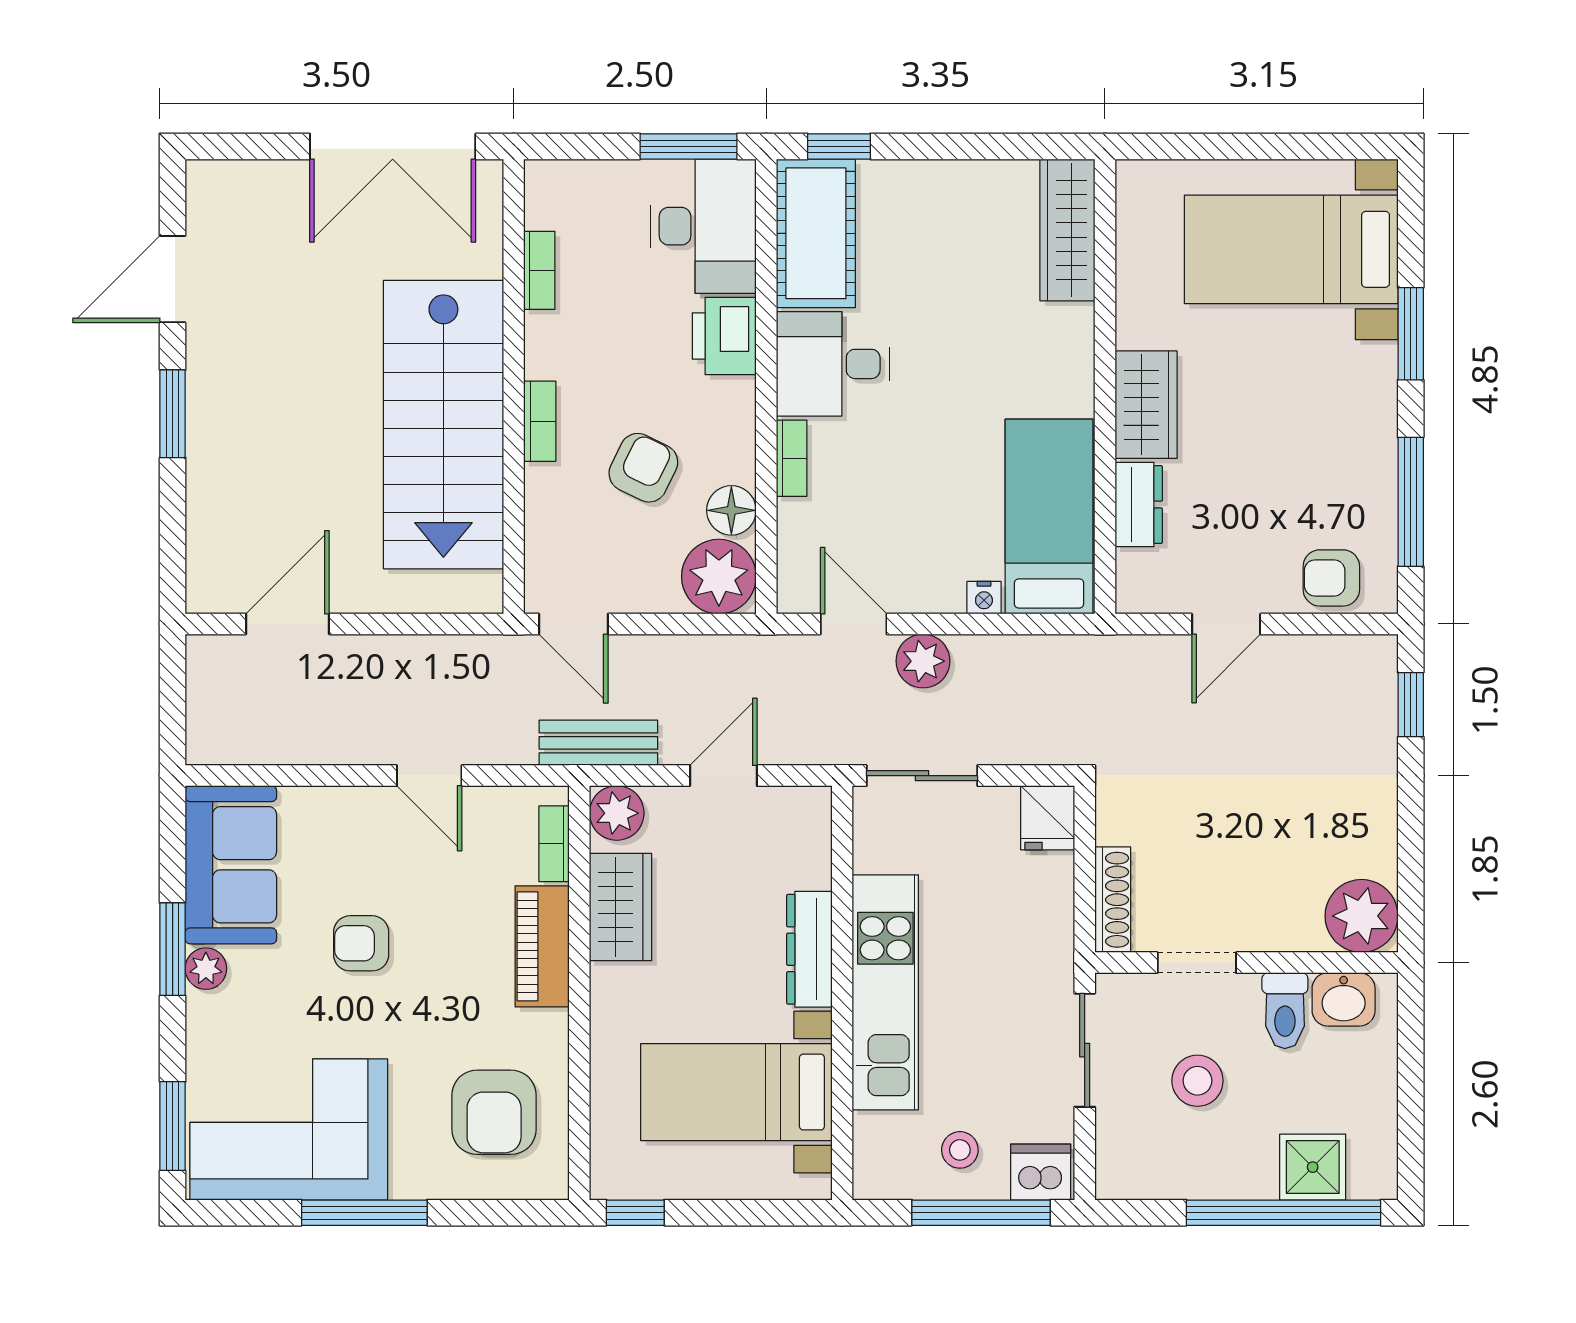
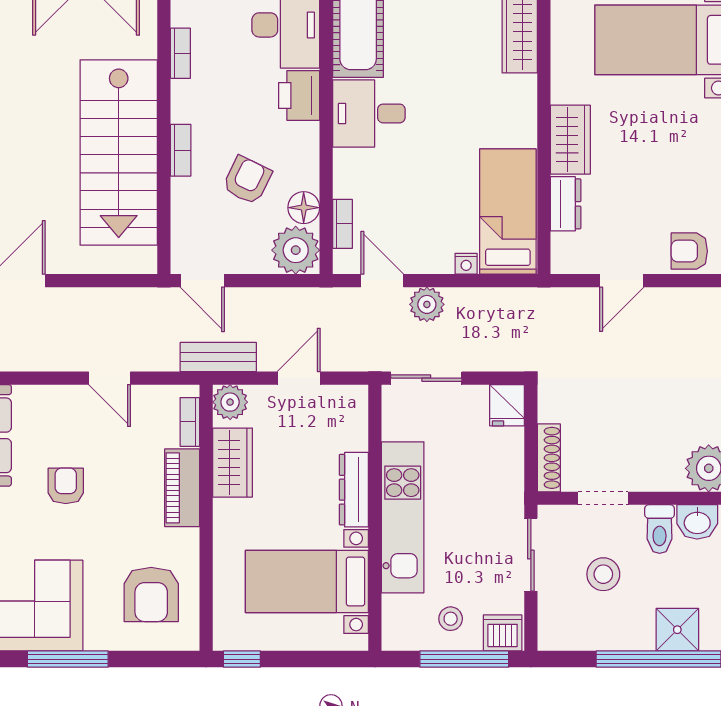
bookcase: (792, 458) -> (342, 224), moved
armchair: (361, 943) -> (66, 486), turned 90

